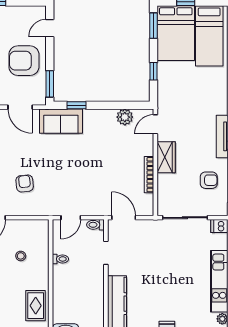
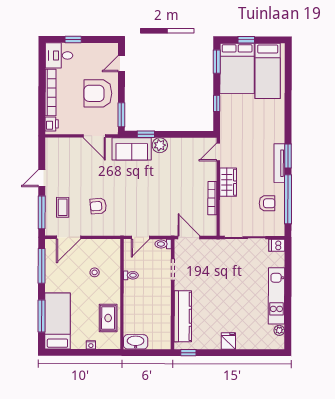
plant: (125, 117) -> (160, 145), moved
armchair: (25, 183) -> (98, 206), turned -89

